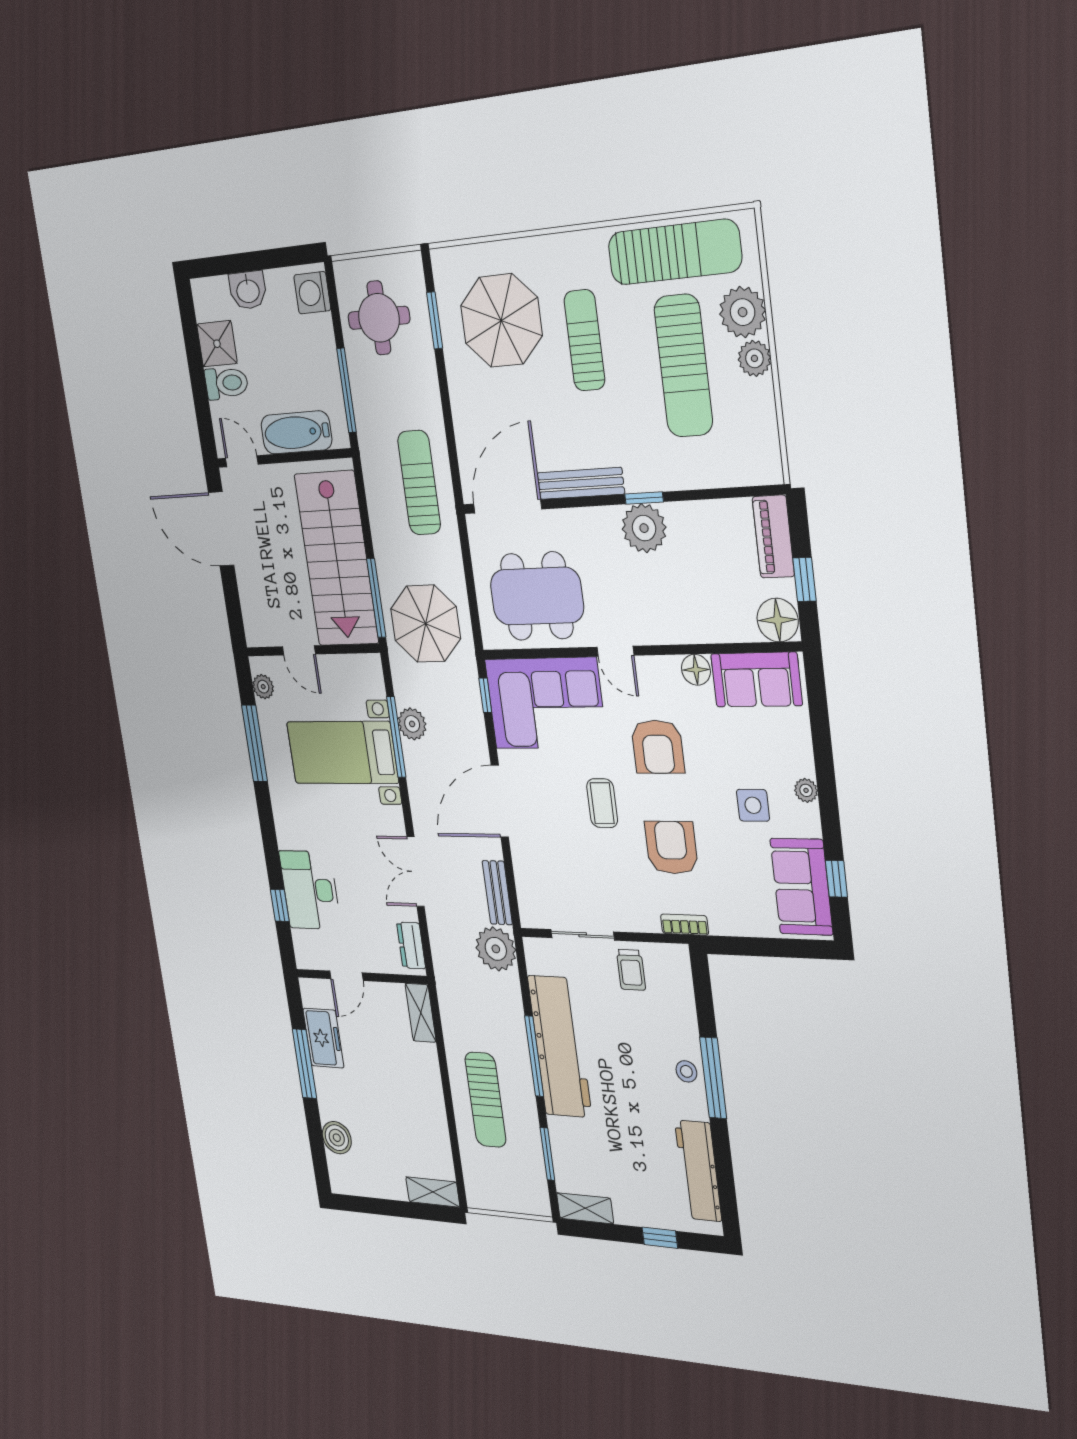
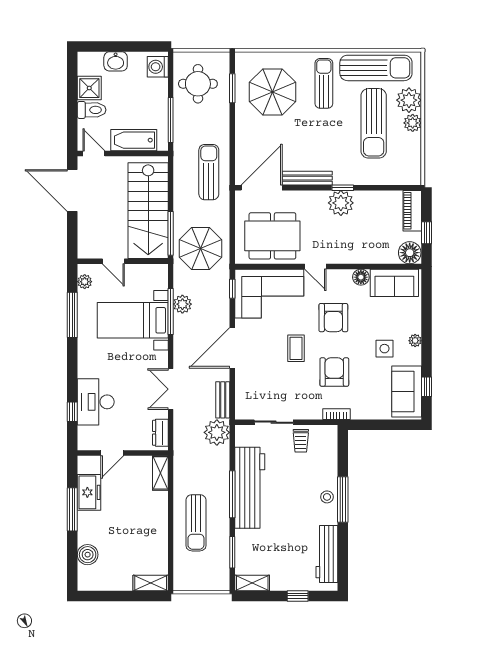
sun lounger: (584, 340) -> (324, 83), moved

